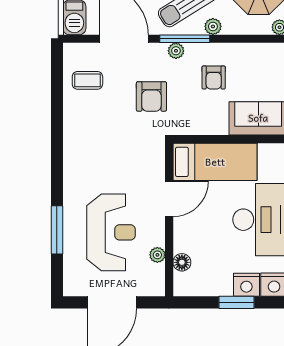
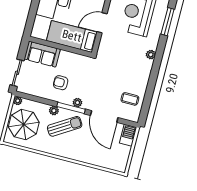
armchair: (214, 77) -> (61, 83), turned -90
armchair: (151, 96) -> (97, 81), removed
plant: (71, 166) -> (151, 55), added

